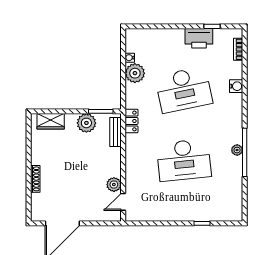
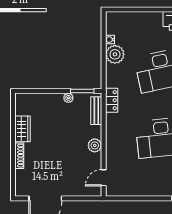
wardrobe: (51, 121) -> (23, 129), moved, turned -90
plant: (86, 123) -> (68, 98), width x0.53, depth x0.53
plant: (114, 185) -> (95, 145), moved

